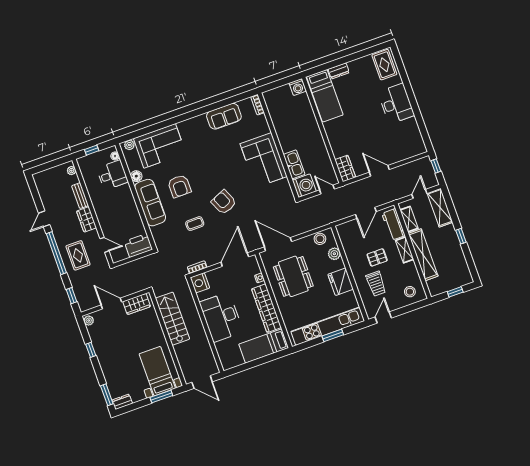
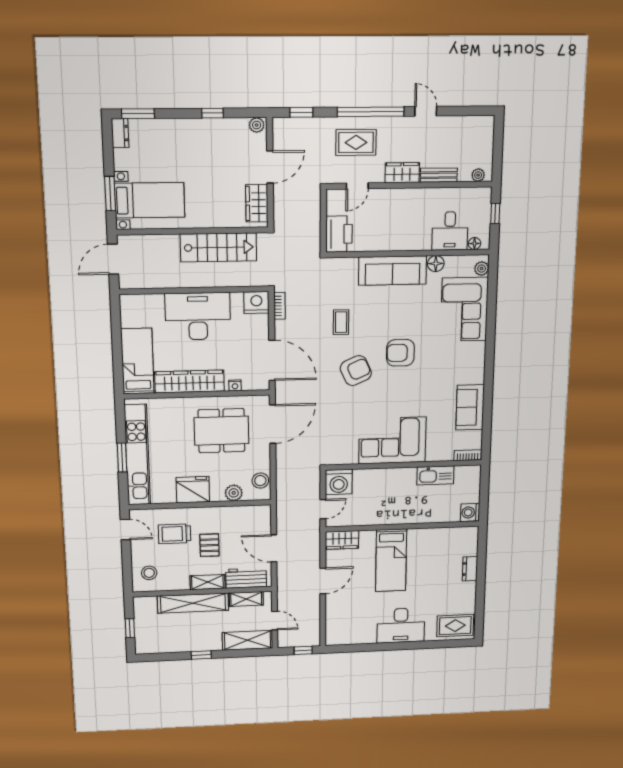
bed: (325, 96) -> (391, 560), moved, turned -90
kitchen sink: (294, 164) -> (435, 475), moved
armchair: (179, 186) -> (400, 353), moved

